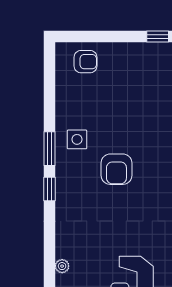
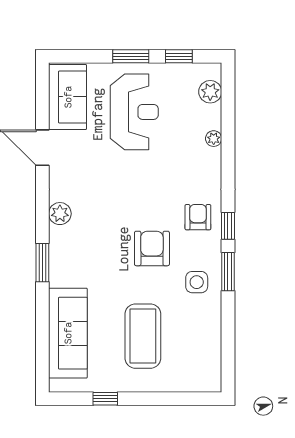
armchair: (85, 62) -> (198, 217), moved, turned 90
coffee table: (124, 92) -> (143, 336), added

